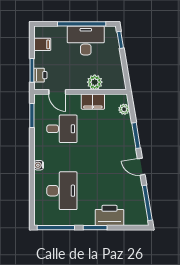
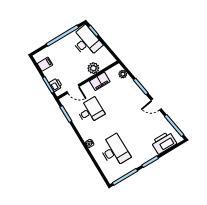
desk: (86, 41) -> (86, 42), moved, turned 81
printer: (109, 215) -> (164, 143), moved

